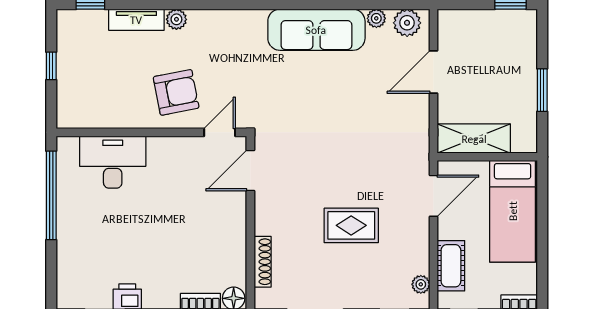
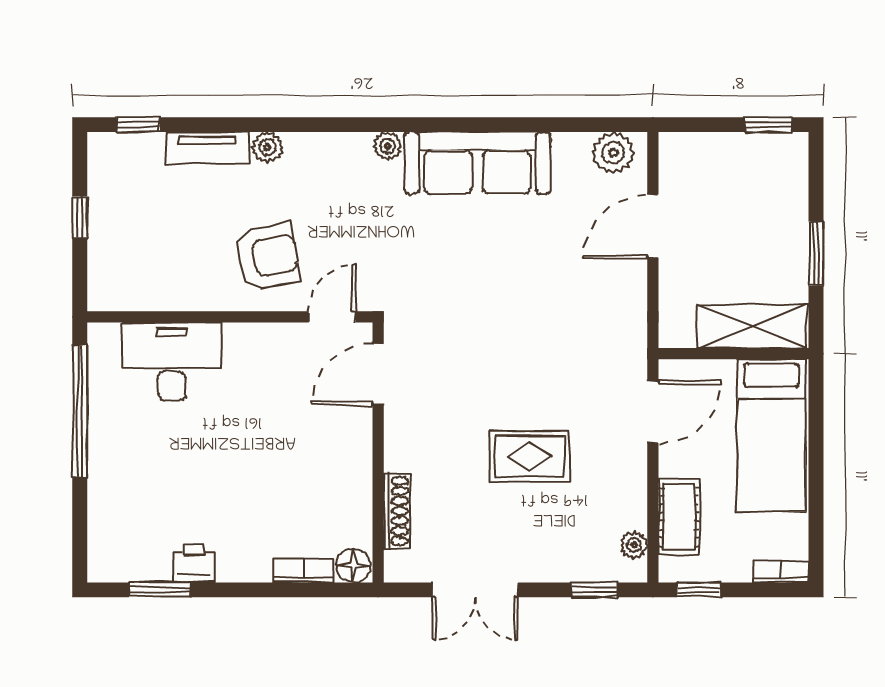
plant: (376, 18) -> (388, 146), moved
shelving: (474, 139) -> (751, 326), moved

